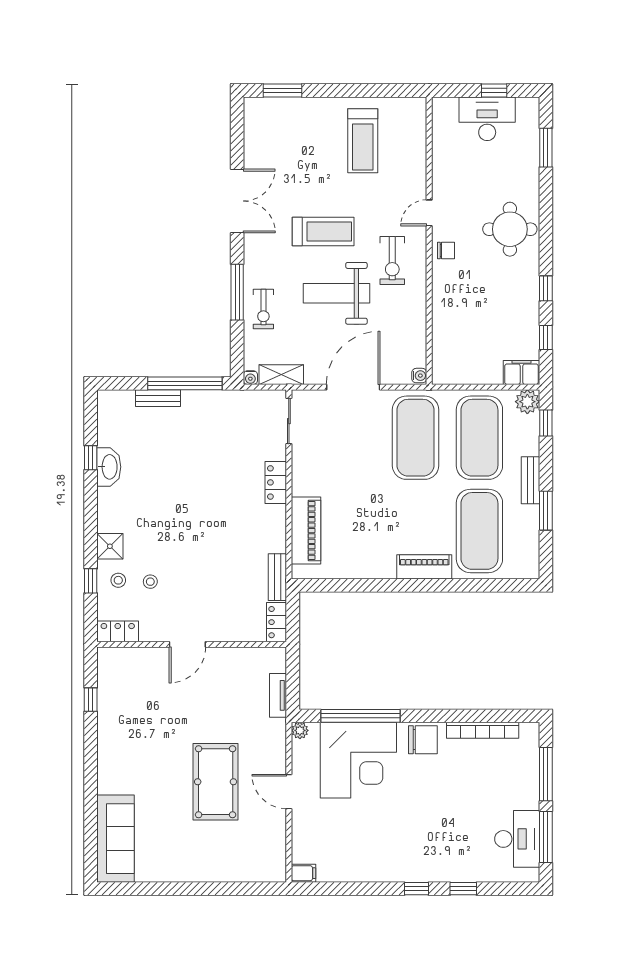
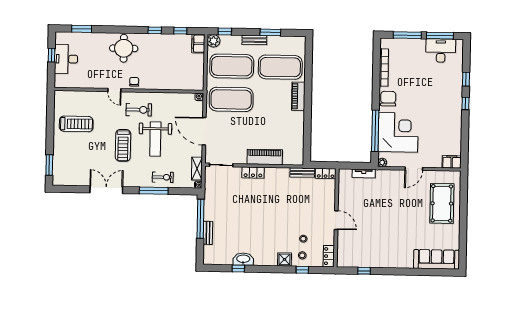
treadmill: (323, 231) -> (123, 145), turned 180
piano: (306, 531) -> (265, 157), moved
pool table: (216, 782) -> (442, 203), moved, turned 90
filing cabinet: (304, 873) -> (452, 162), width x2.00

